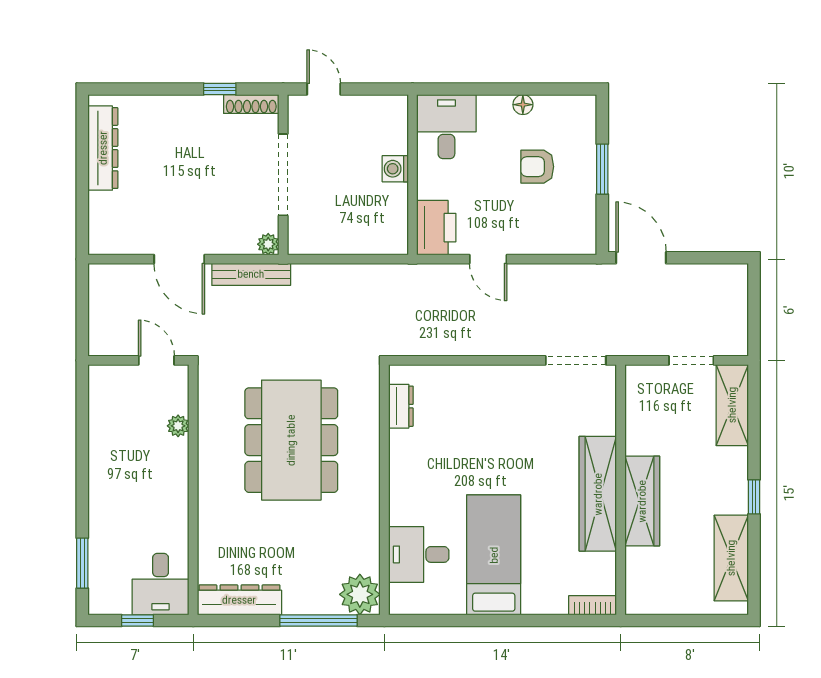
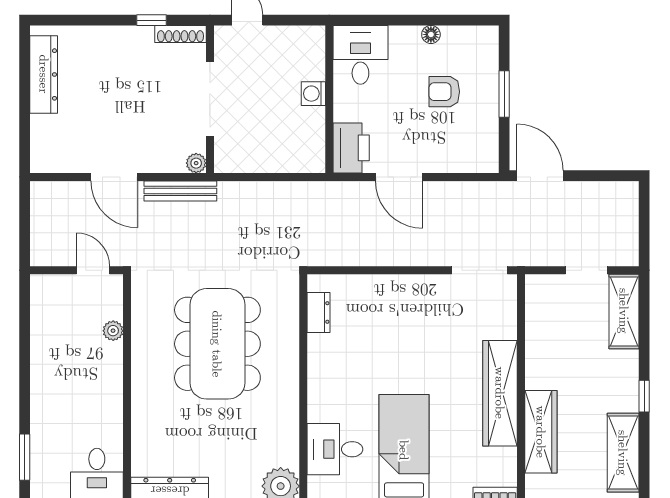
door: (488, 259) -> (399, 177), width x1.38
wardrobe: (642, 501) -> (541, 432), moved

